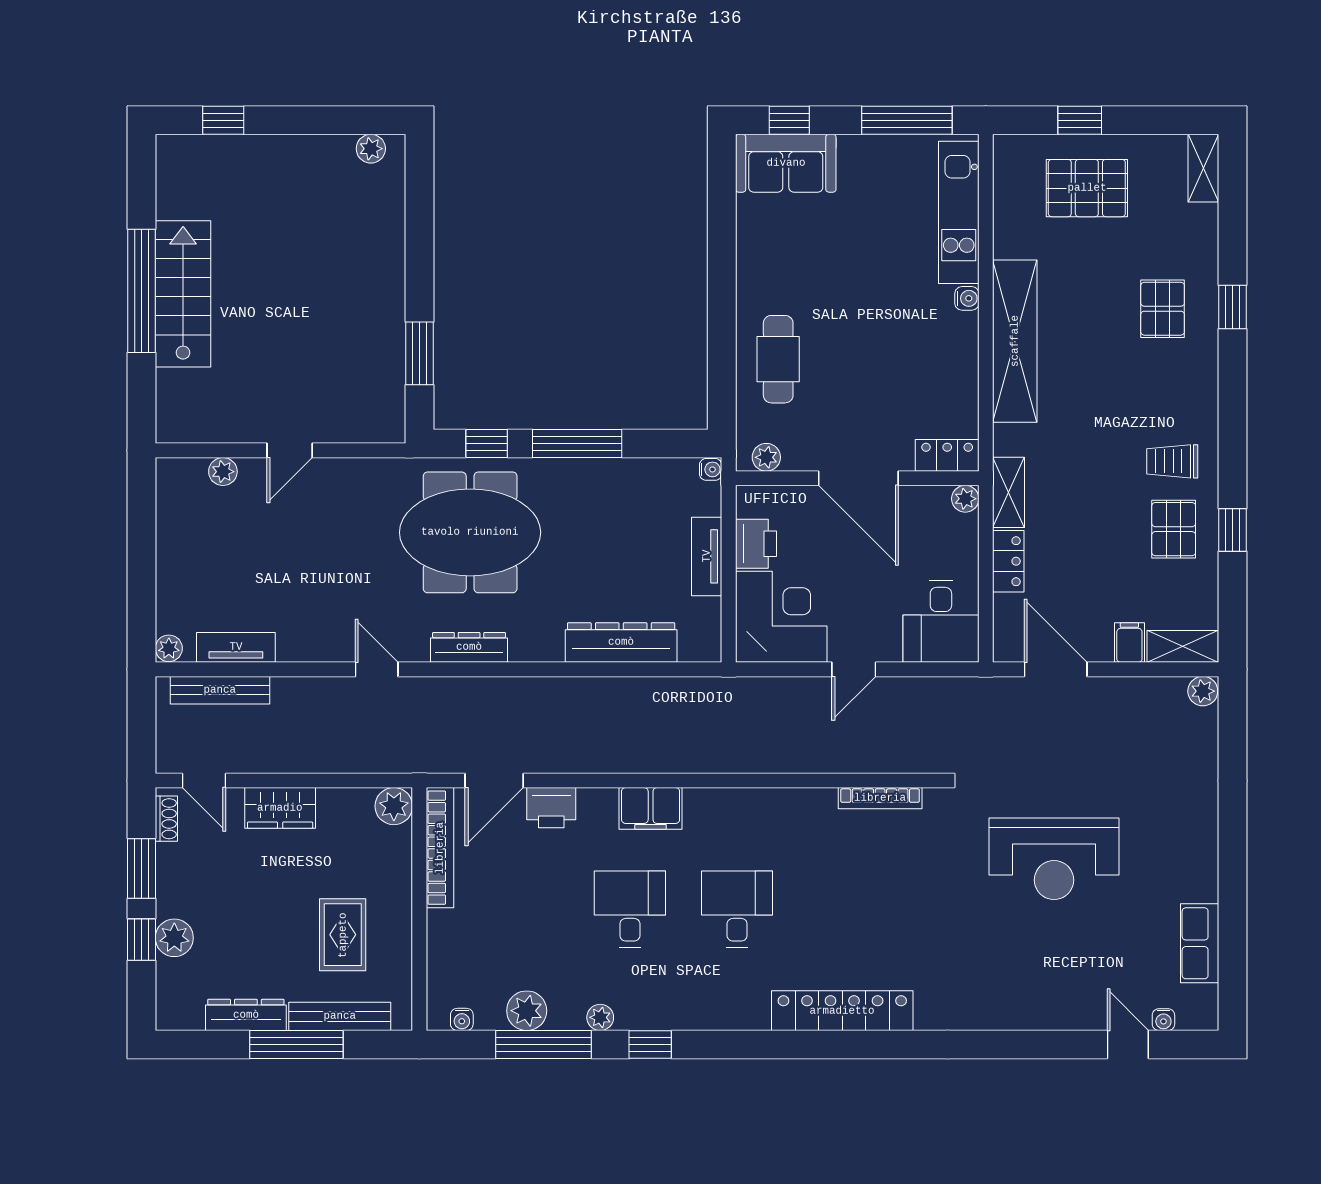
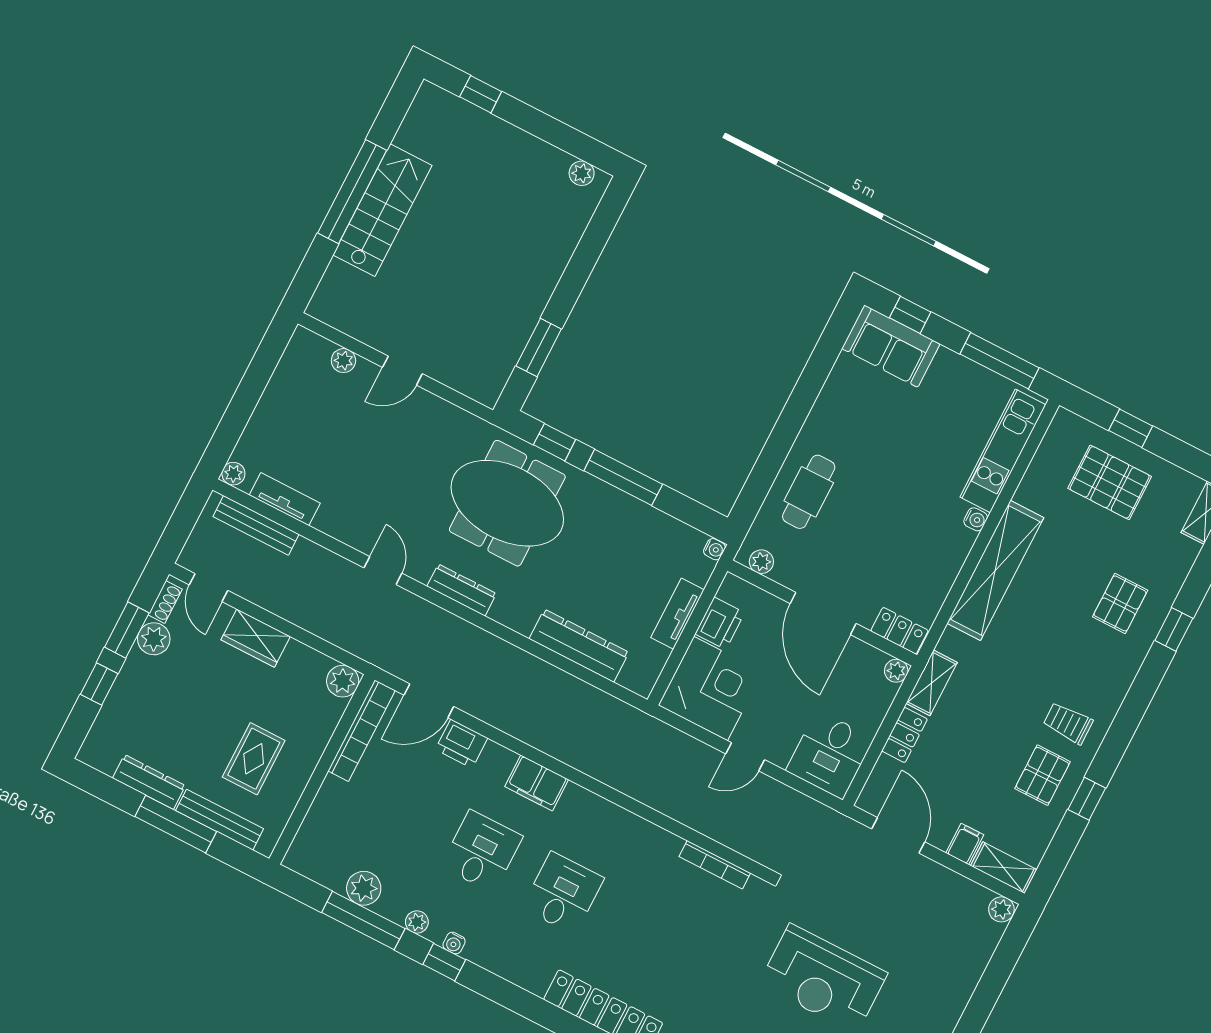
plant: (174, 938) -> (154, 639), moved
water cooler: (462, 1019) -> (454, 943), moved

